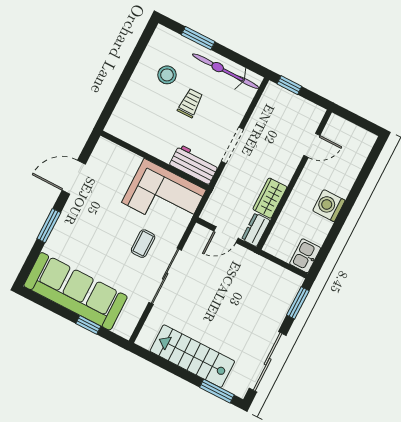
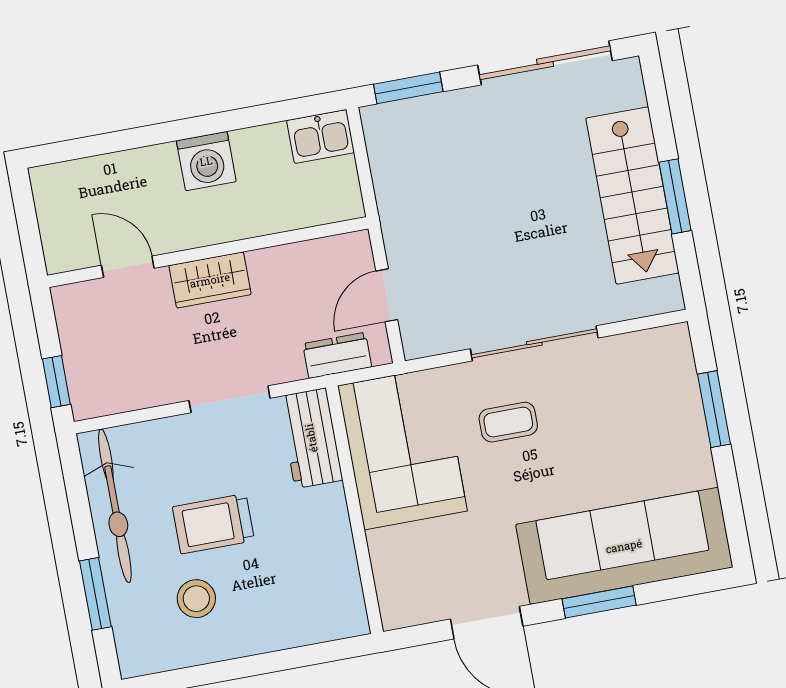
trolley: (190, 103) -> (213, 524), width x1.36, depth x1.39
wardrobe: (270, 198) -> (210, 280), moved
dresser: (256, 230) -> (337, 355), moved, turned 180
door: (226, 235) -> (387, 295), swing flipped
sofa: (75, 291) -> (624, 546), moved, turned 90
window: (88, 325) -> (714, 409), width x1.50
window: (217, 391) -> (675, 196), moved

